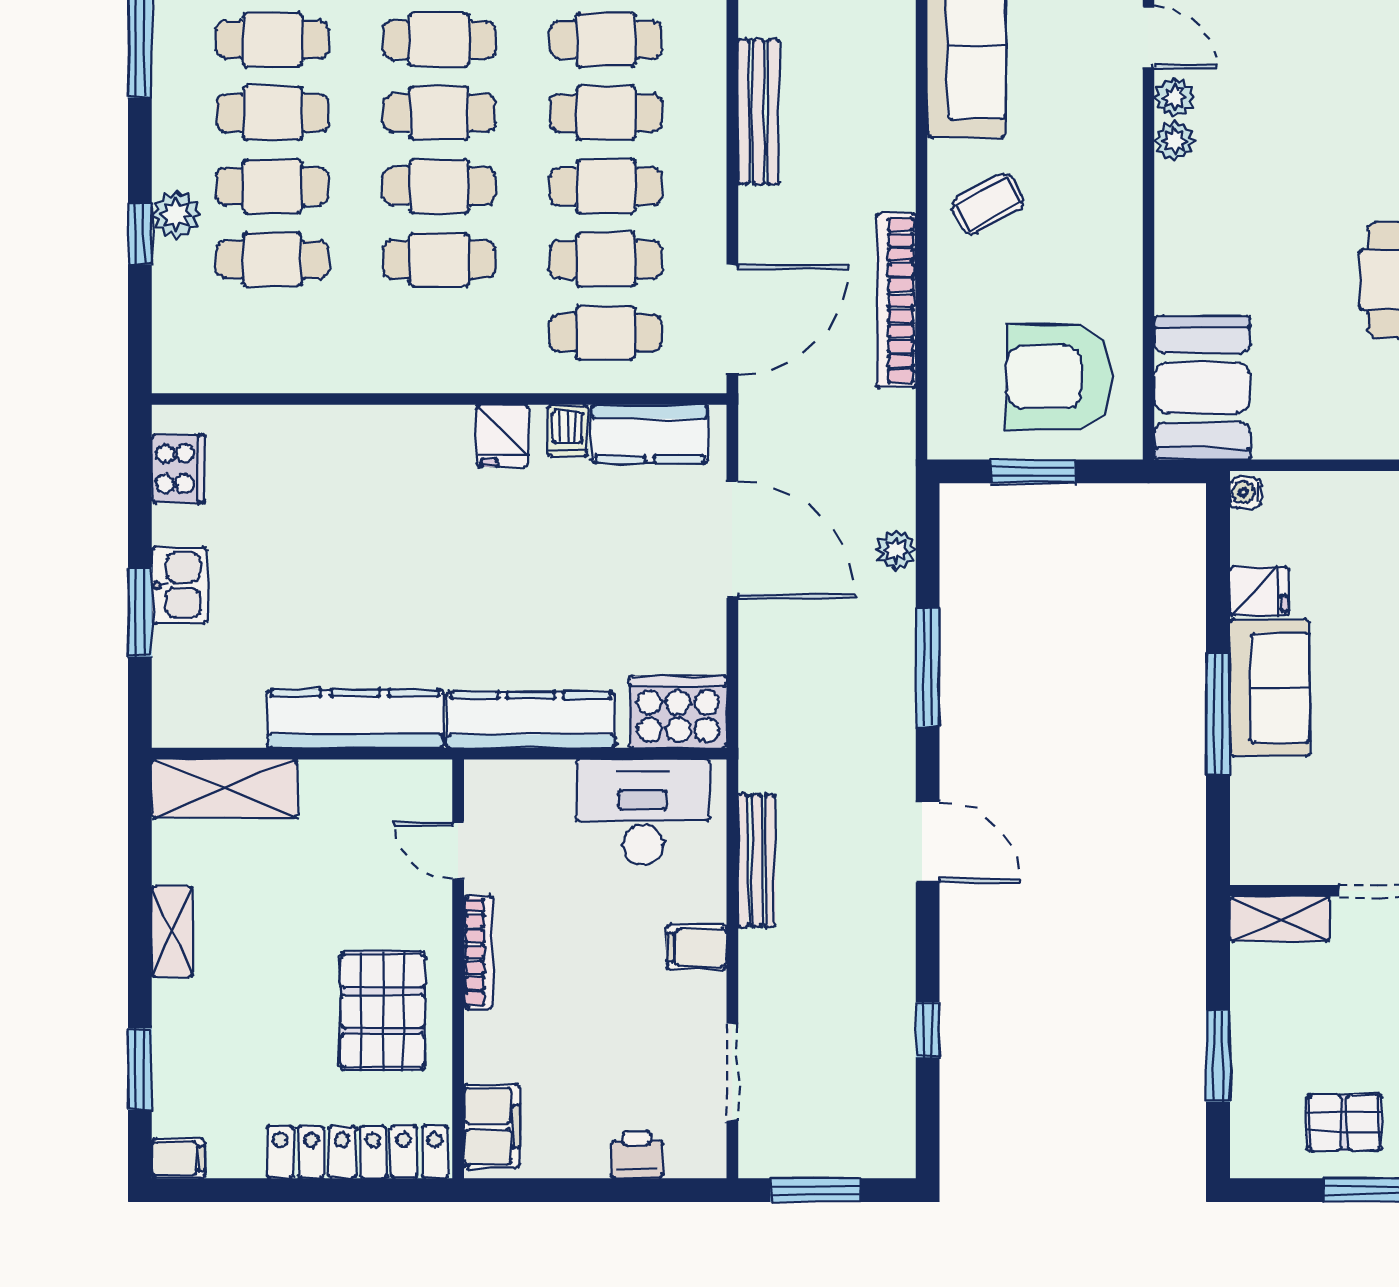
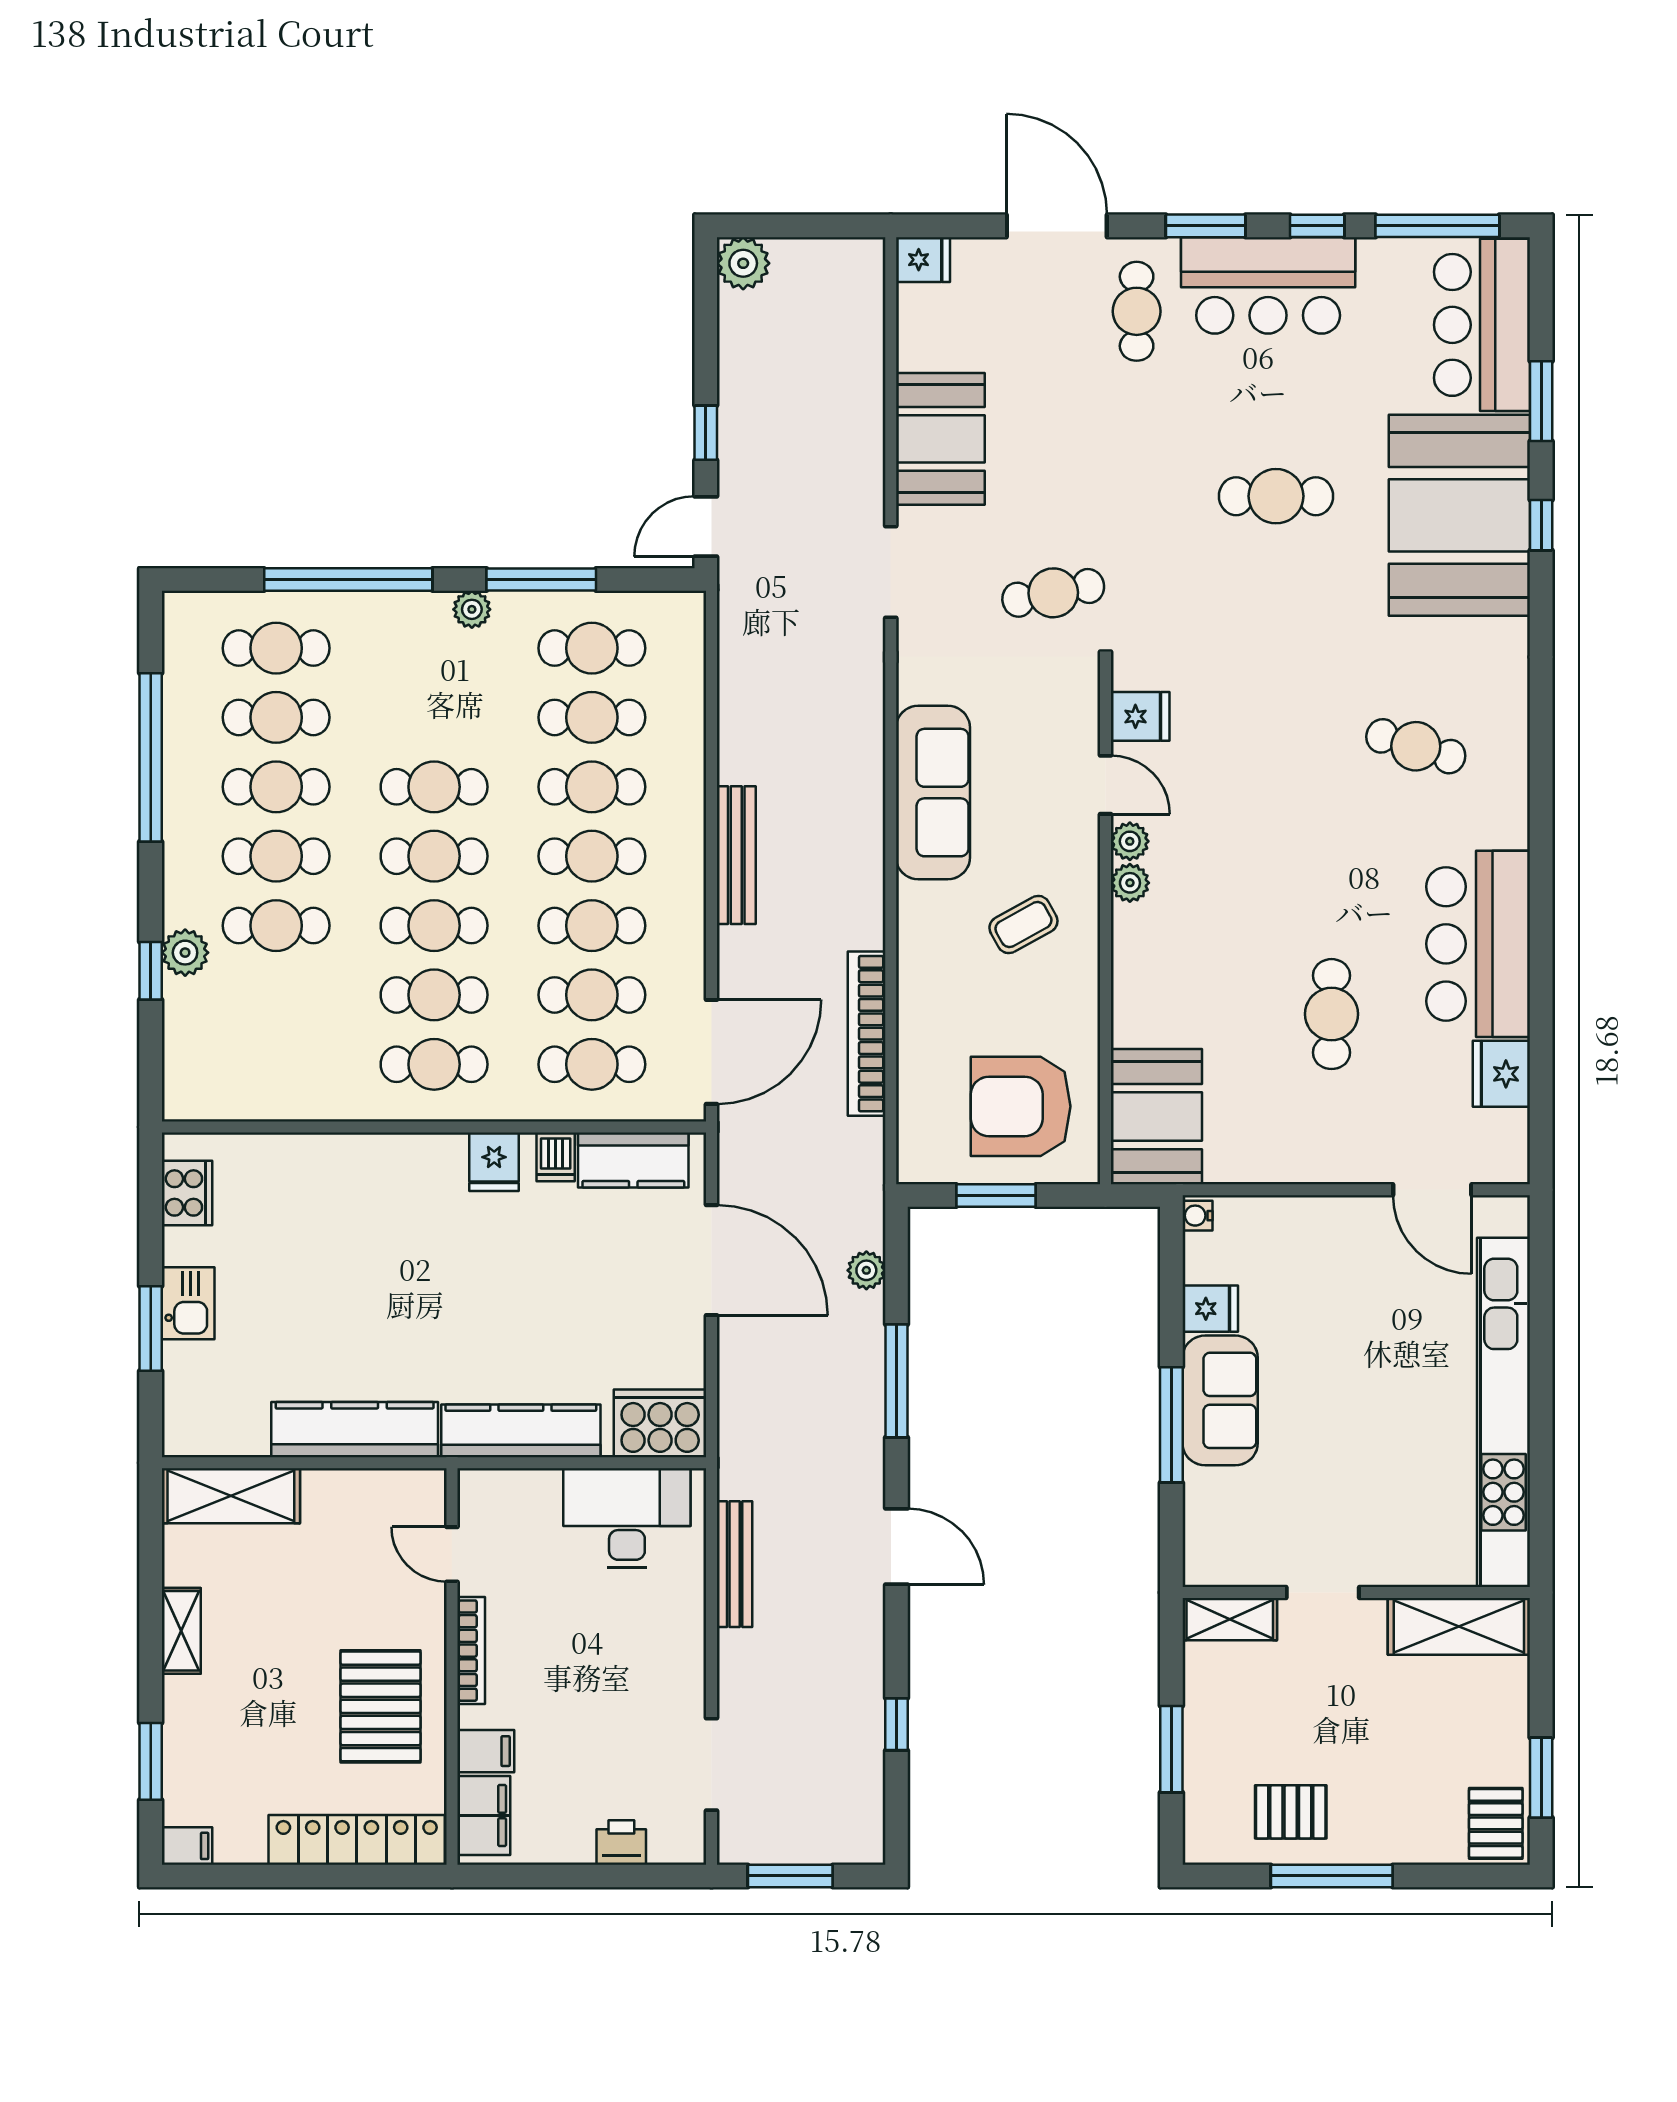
coffee table: (988, 204) -> (1023, 924), moved
cafe table: (272, 259) -> (434, 1064), moved
filing cabinet: (697, 947) -> (486, 1751), moved, turned 180

